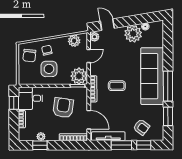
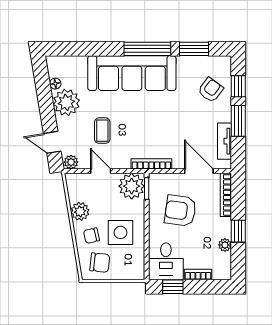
door: (107, 25) -> (52, 142), hinge flipped
plant: (74, 41) -> (80, 211), moved
coffee table: (117, 86) -> (102, 131), moved
door: (89, 120) -> (199, 171), hinge flipped
tv unit: (108, 136) -> (224, 141), width x0.71
window: (40, 145) -> (238, 231), moved

